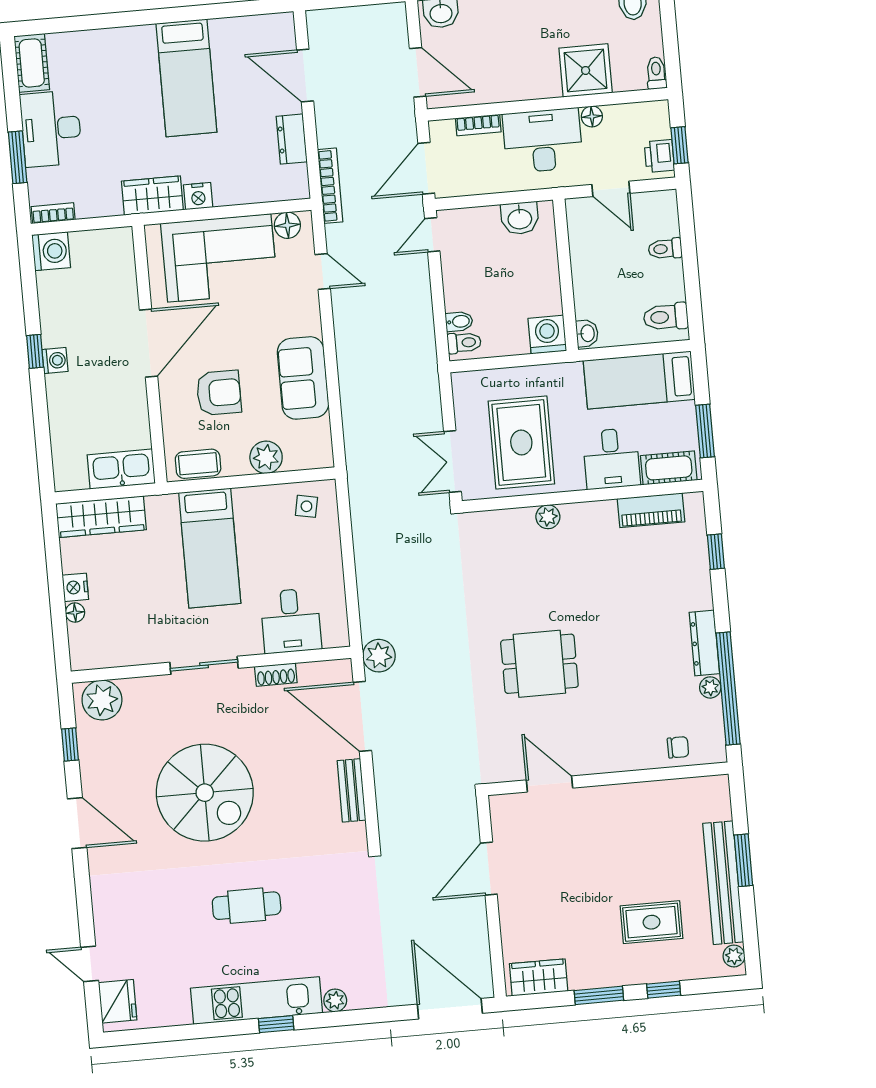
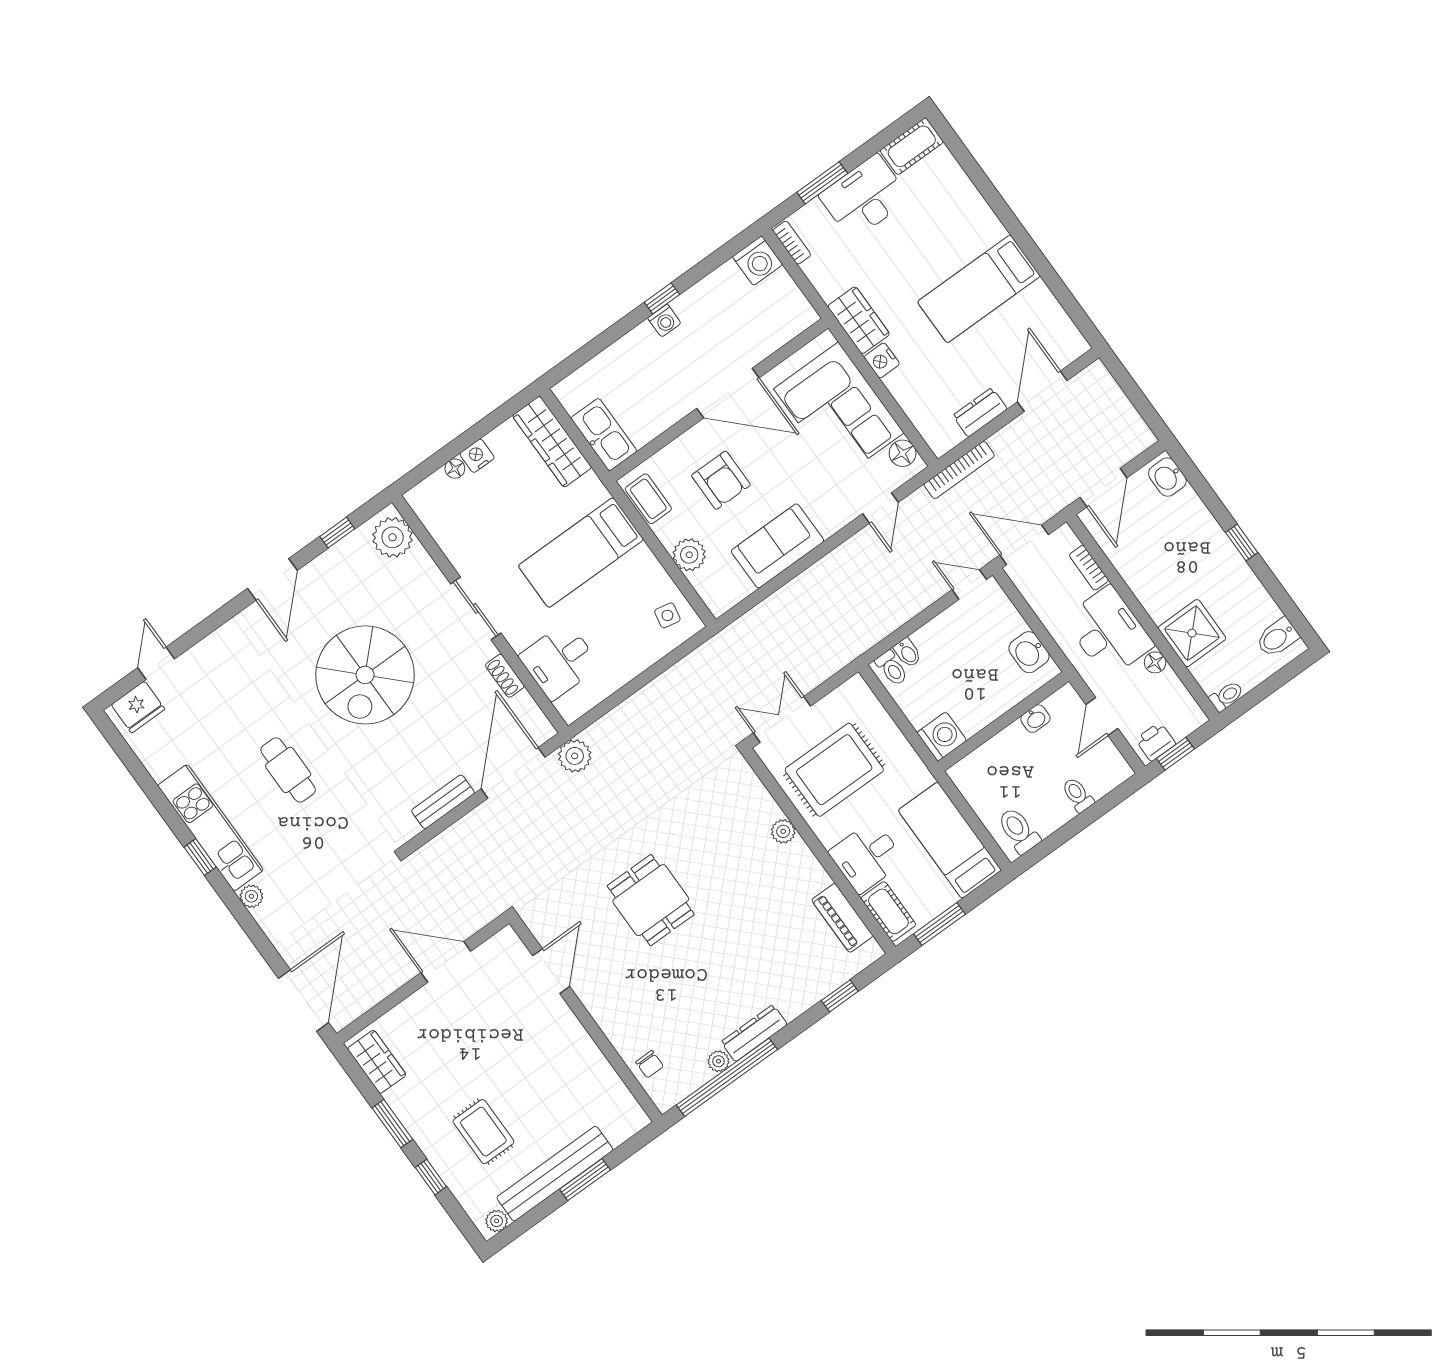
washbasin: (587, 333) -> (1035, 719), moved

